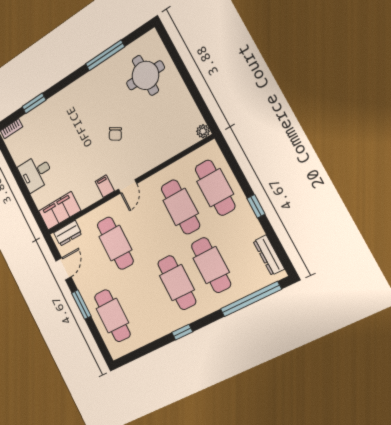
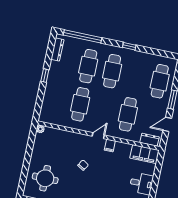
cafe table: (215, 188) -> (56, 99), removed

